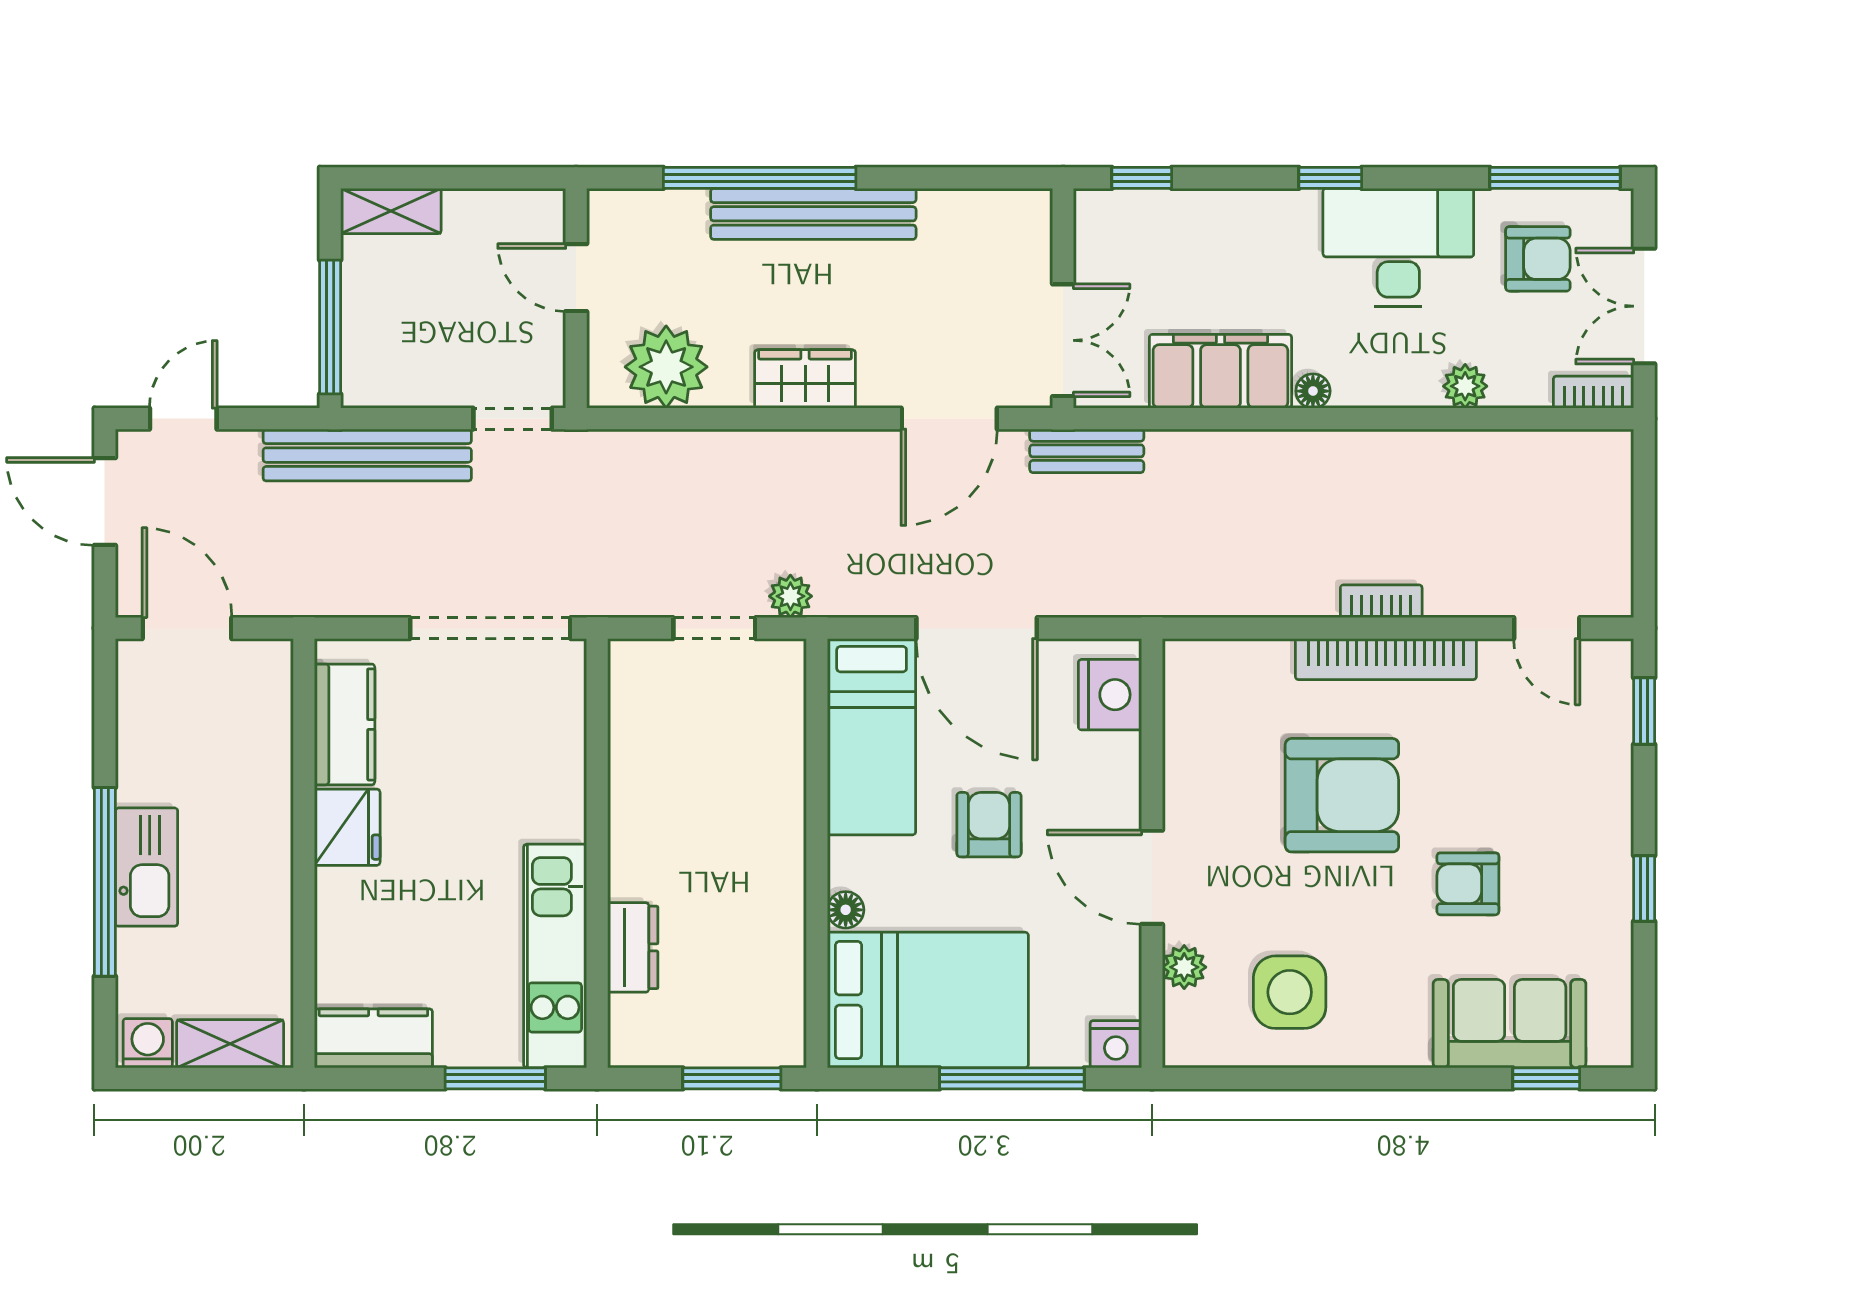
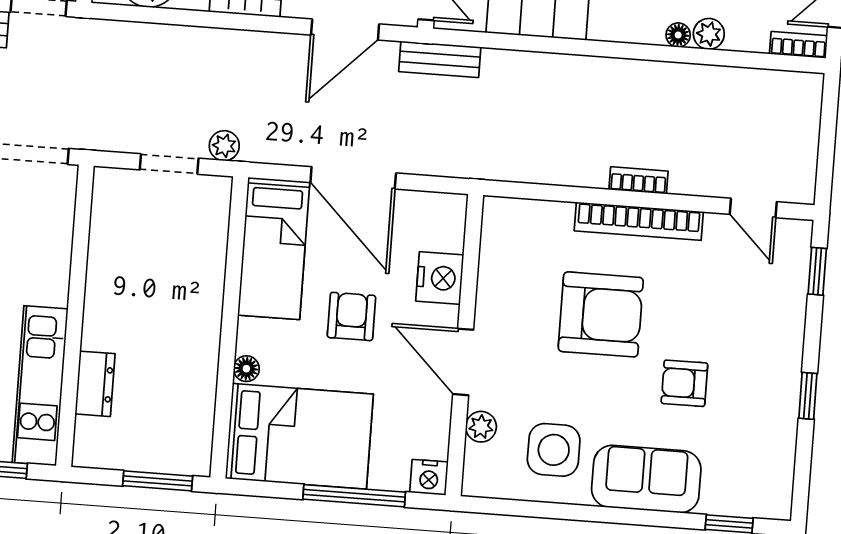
floor lamp: (1313, 391) -> (678, 35), moved
nightstand: (1110, 695) -> (440, 278), moved
sofa: (1510, 1024) -> (646, 479), moved

